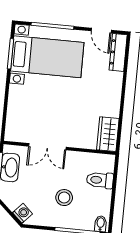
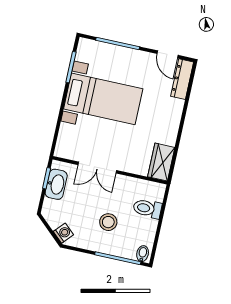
bed with nightstands: (47, 57) -> (103, 99), moved

